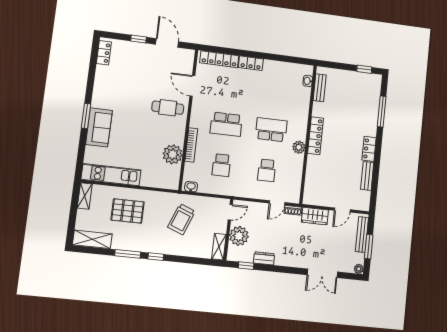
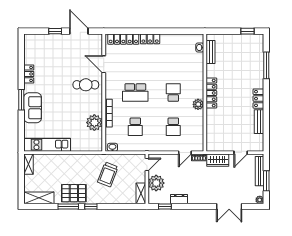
locker: (104, 53) -> (29, 74), moved
school desk: (271, 130) -> (173, 93), width x0.54
pallet: (128, 211) -> (74, 193), moved

